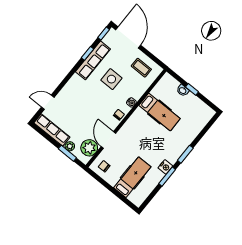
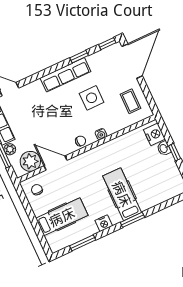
row of seats: (93, 60) -> (65, 75), moved
nightstand: (171, 83) -> (154, 134), added
hospital bed: (160, 112) -> (122, 194), moved, turned 180
door: (108, 140) -> (56, 163), hinge flipped
window: (167, 177) -> (83, 243), moved

